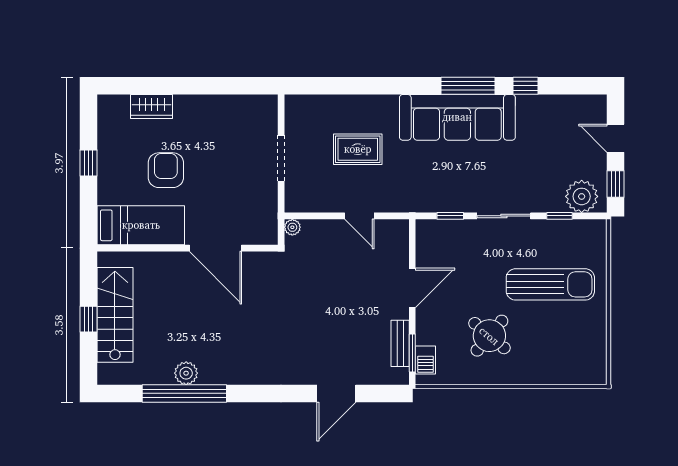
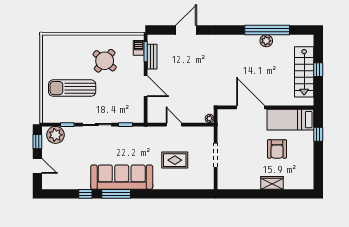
wardrobe: (152, 106) -> (272, 183), moved
window: (88, 163) -> (318, 134), moved
door: (412, 288) -> (146, 86), swing flipped

